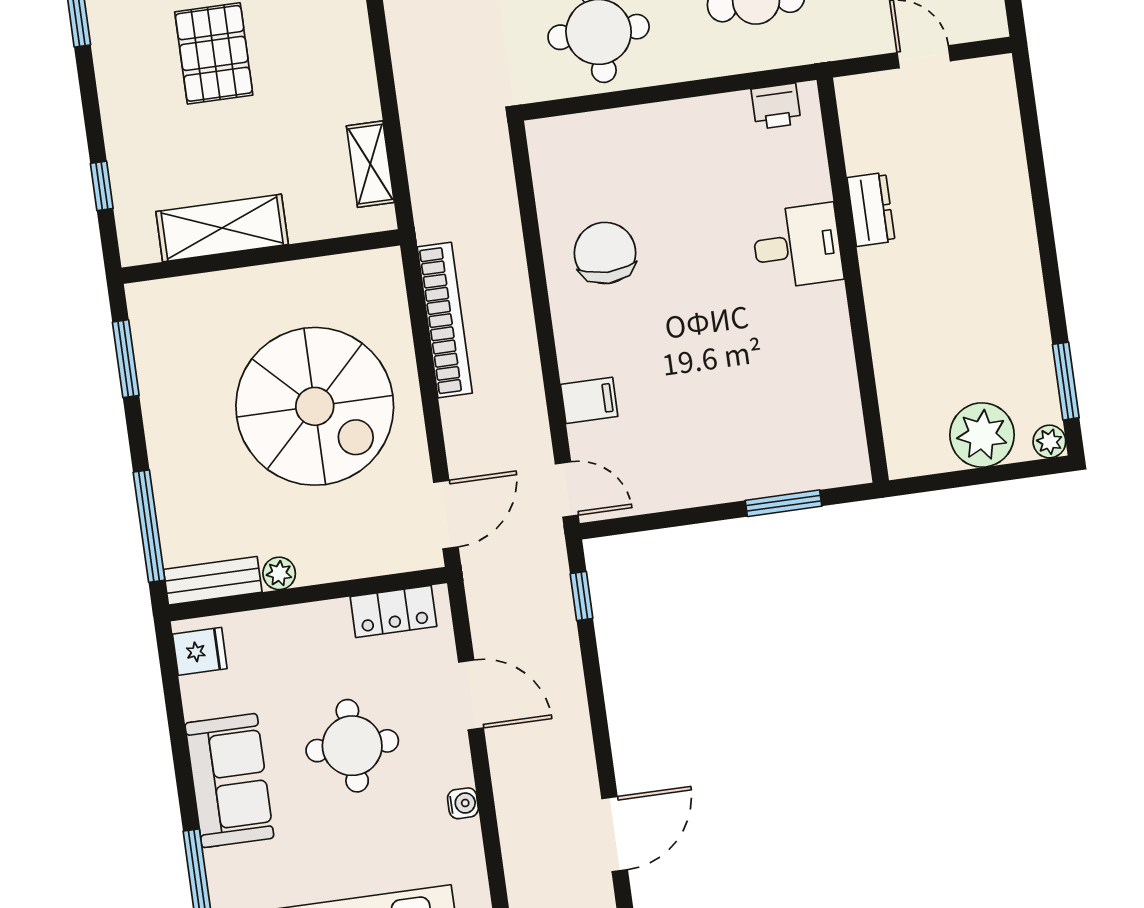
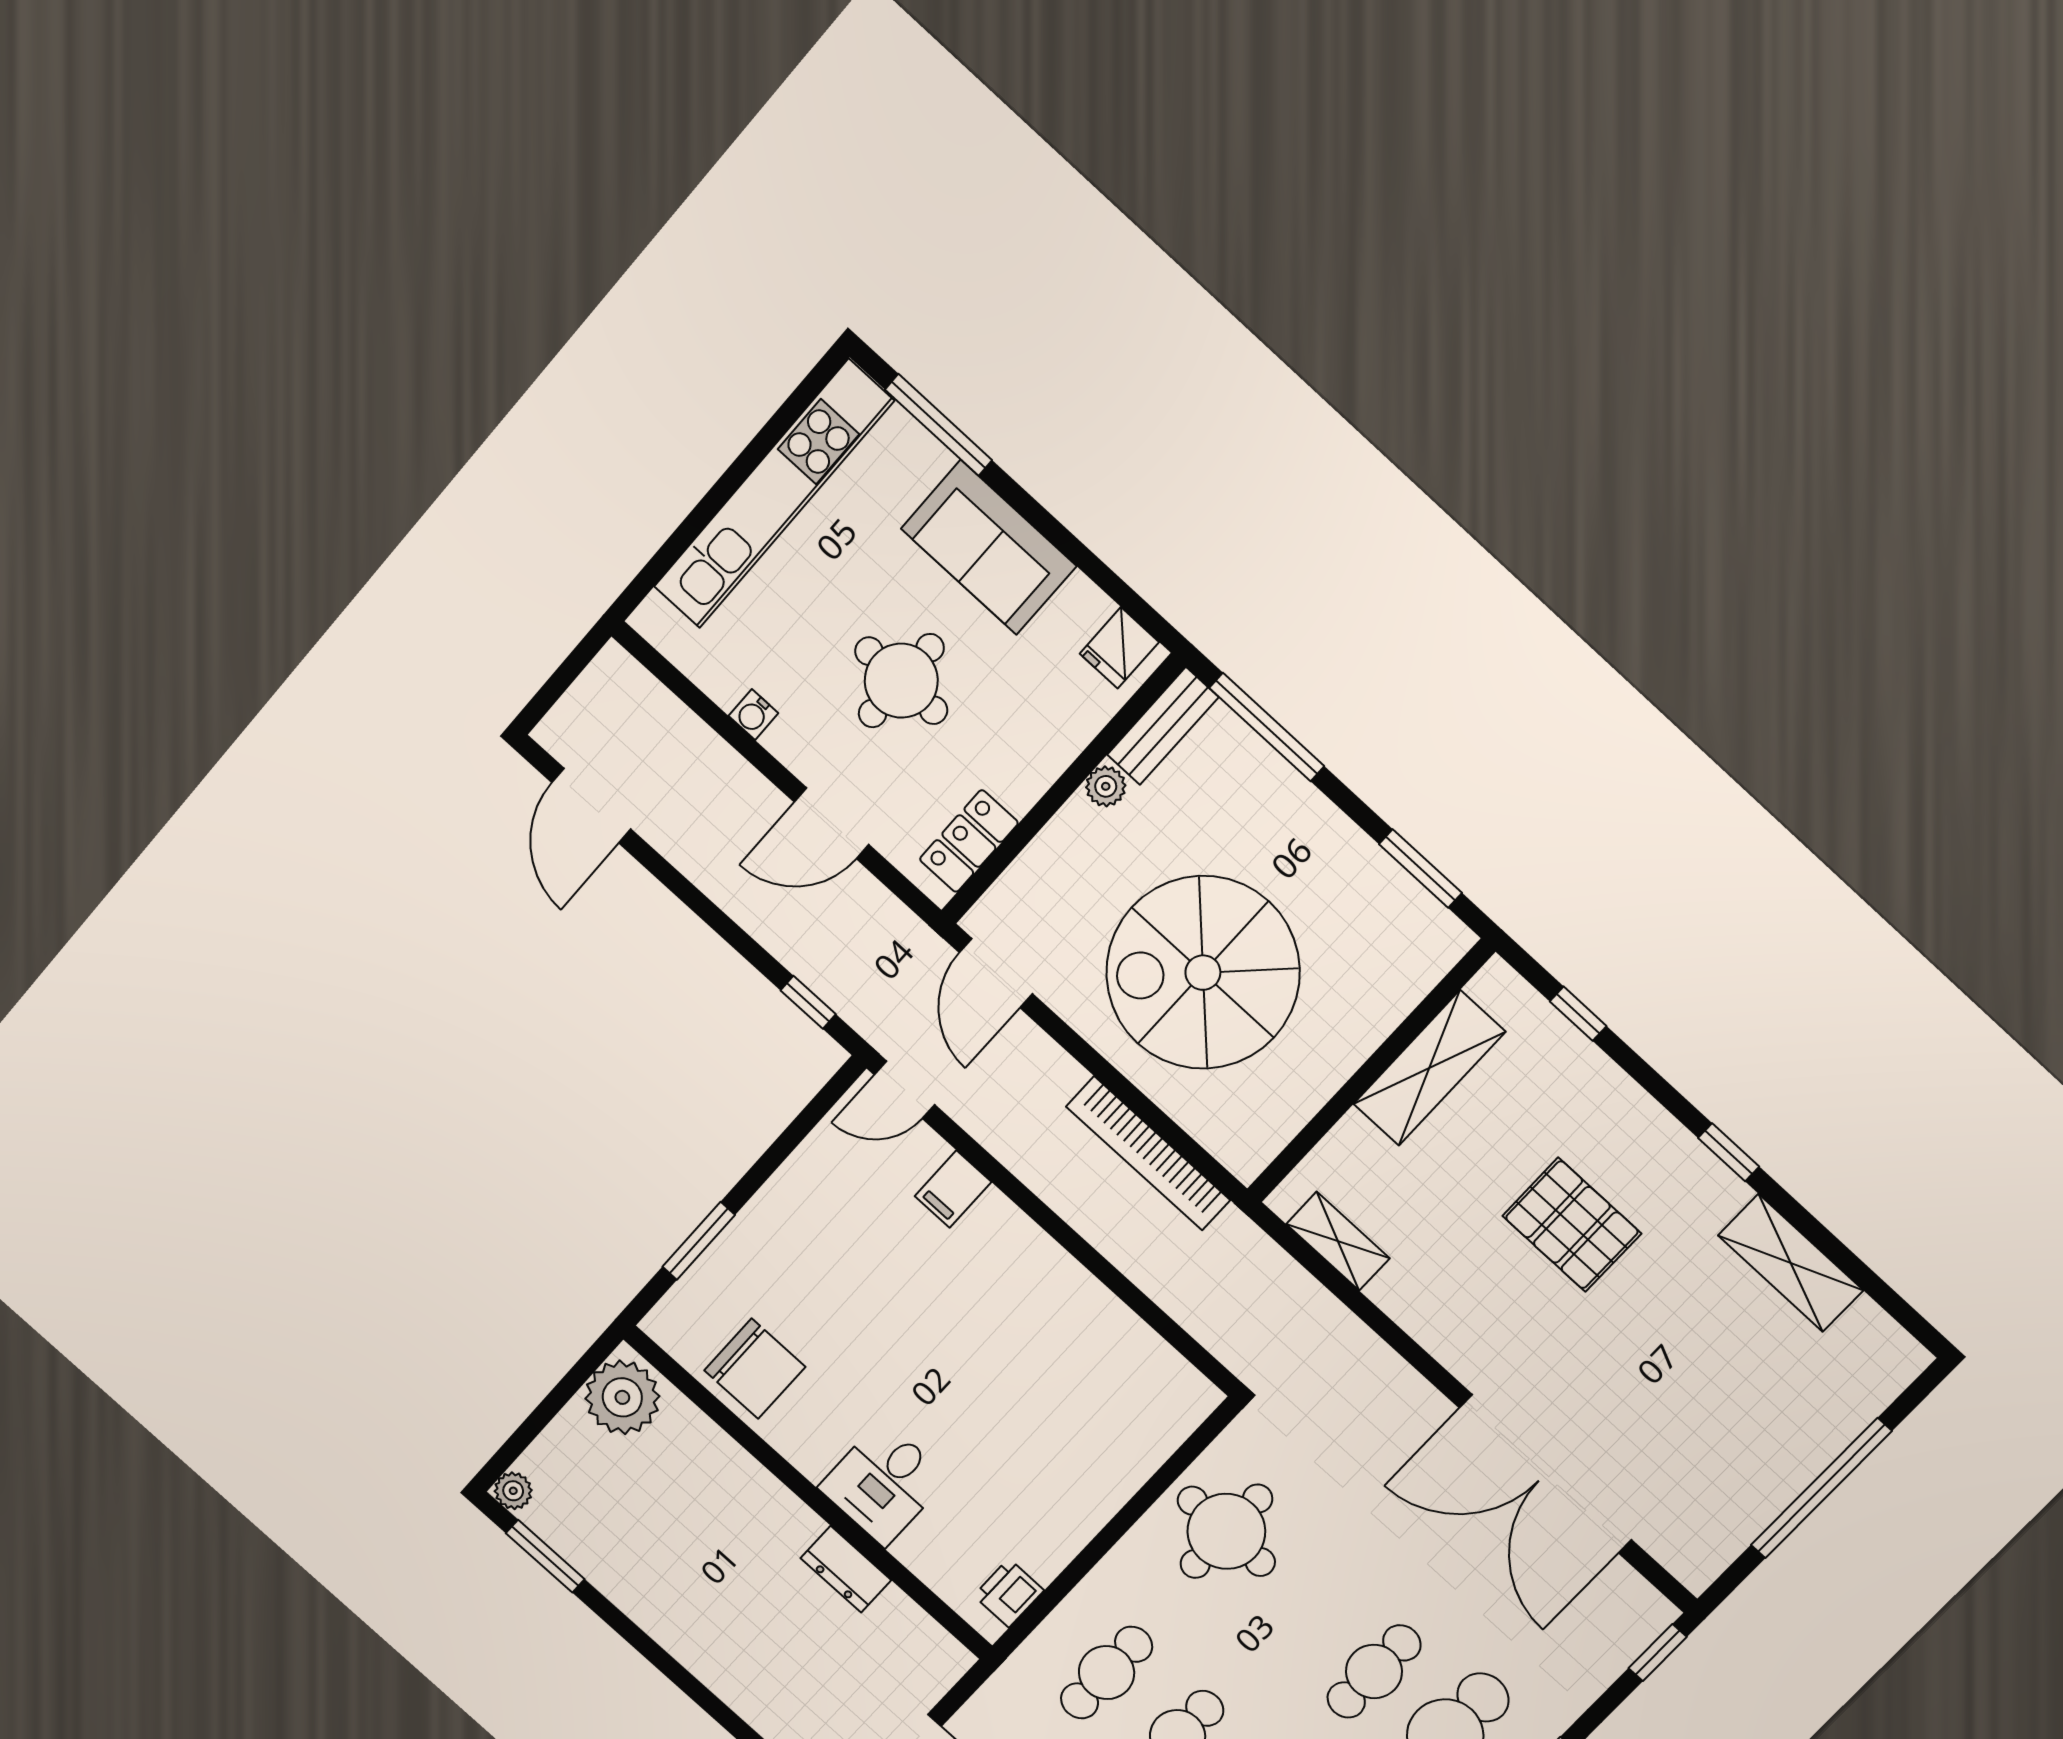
chair: (605, 253) -> (755, 1369), moved
plant: (982, 435) -> (622, 1397), moved

